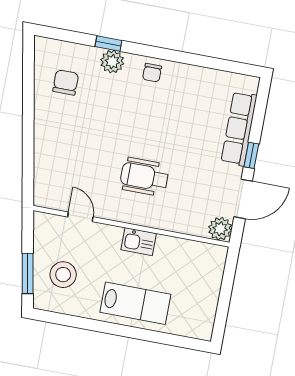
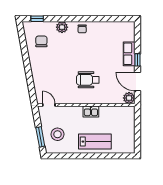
window: (108, 44) -> (37, 19), moved
row of seats: (239, 129) -> (129, 54), width x0.68
door: (243, 199) -> (137, 82), swing flipped
door: (80, 217) -> (49, 105), moved

